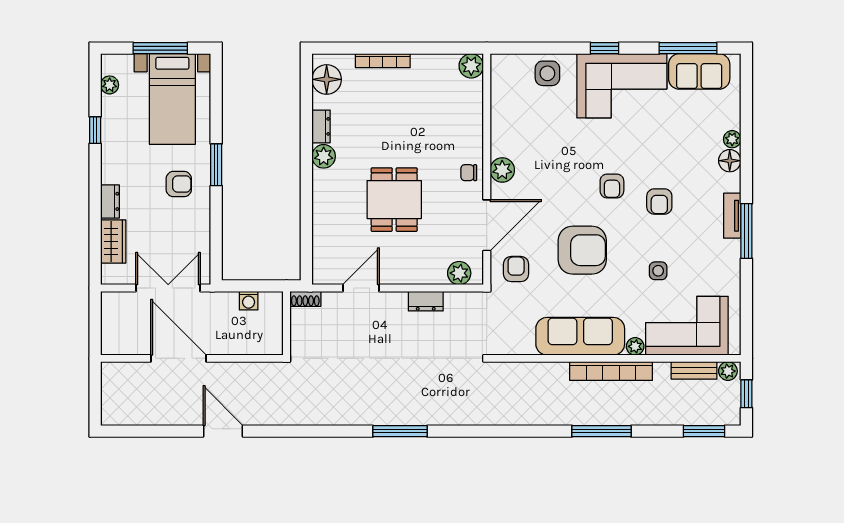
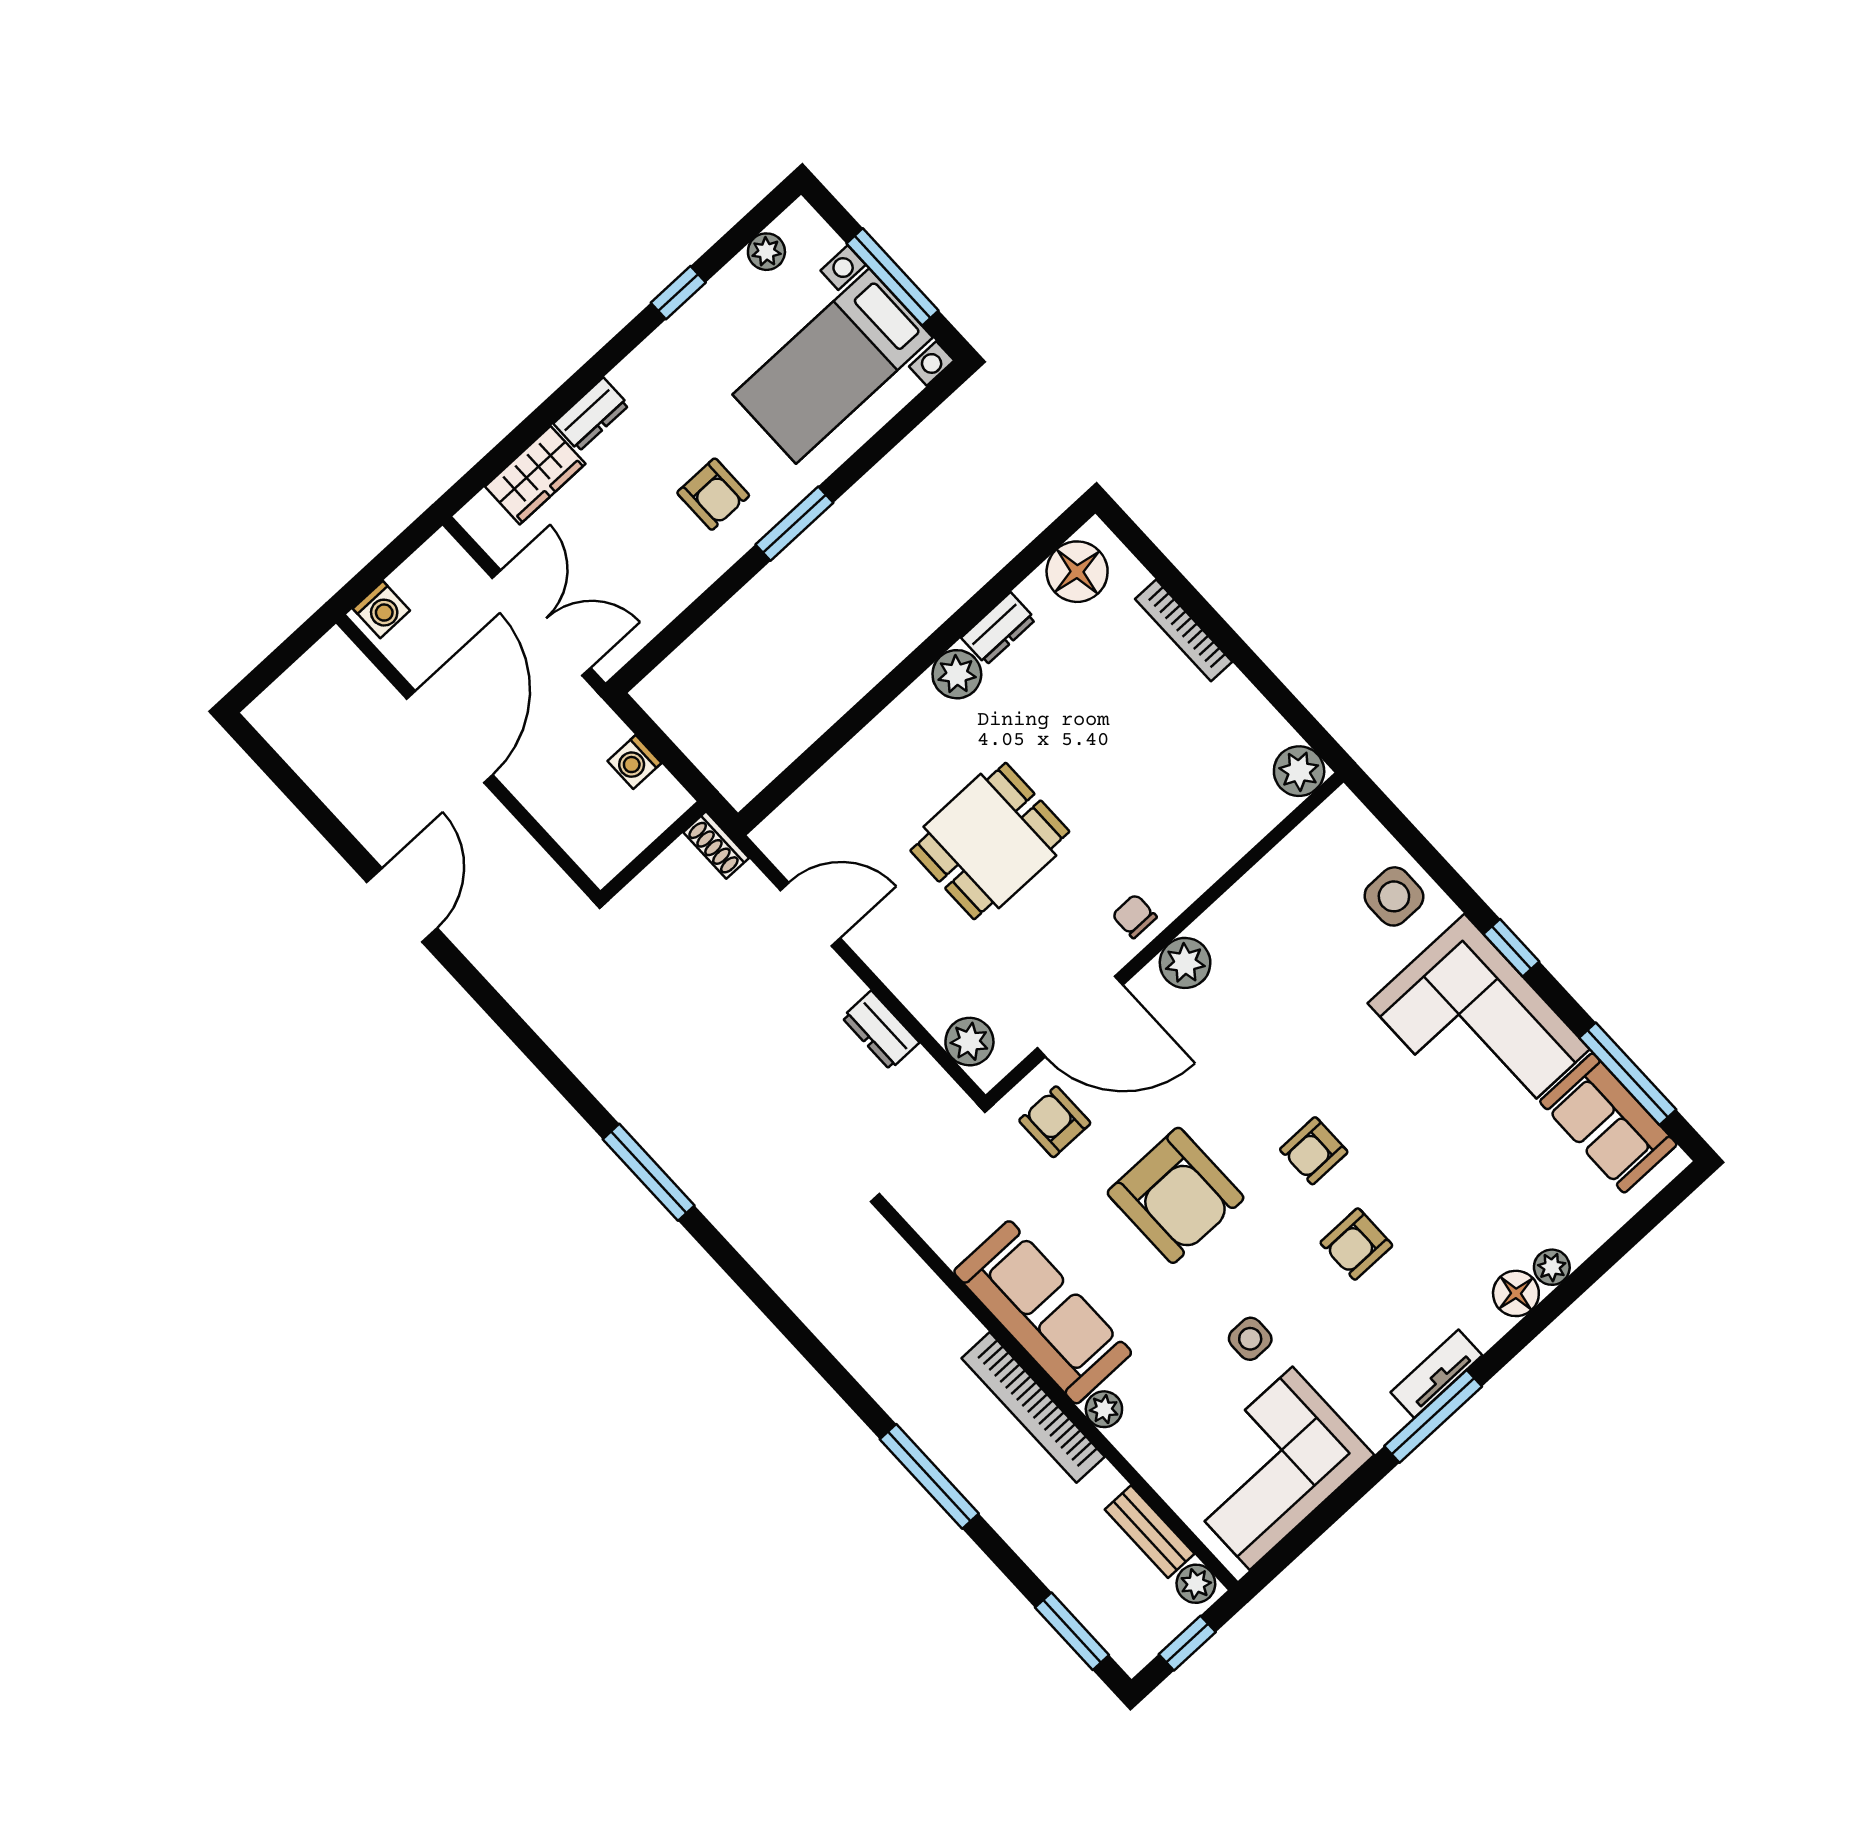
armchair: (516, 269) -> (1055, 1122), turned -90
corner sofa: (687, 326) -> (1271, 1468), moved, turned -90
washing machine: (111, 341) -> (381, 610), added

